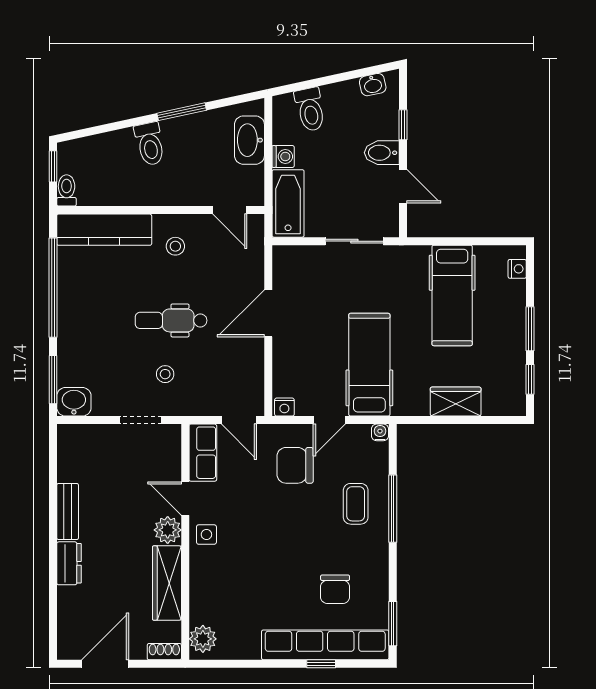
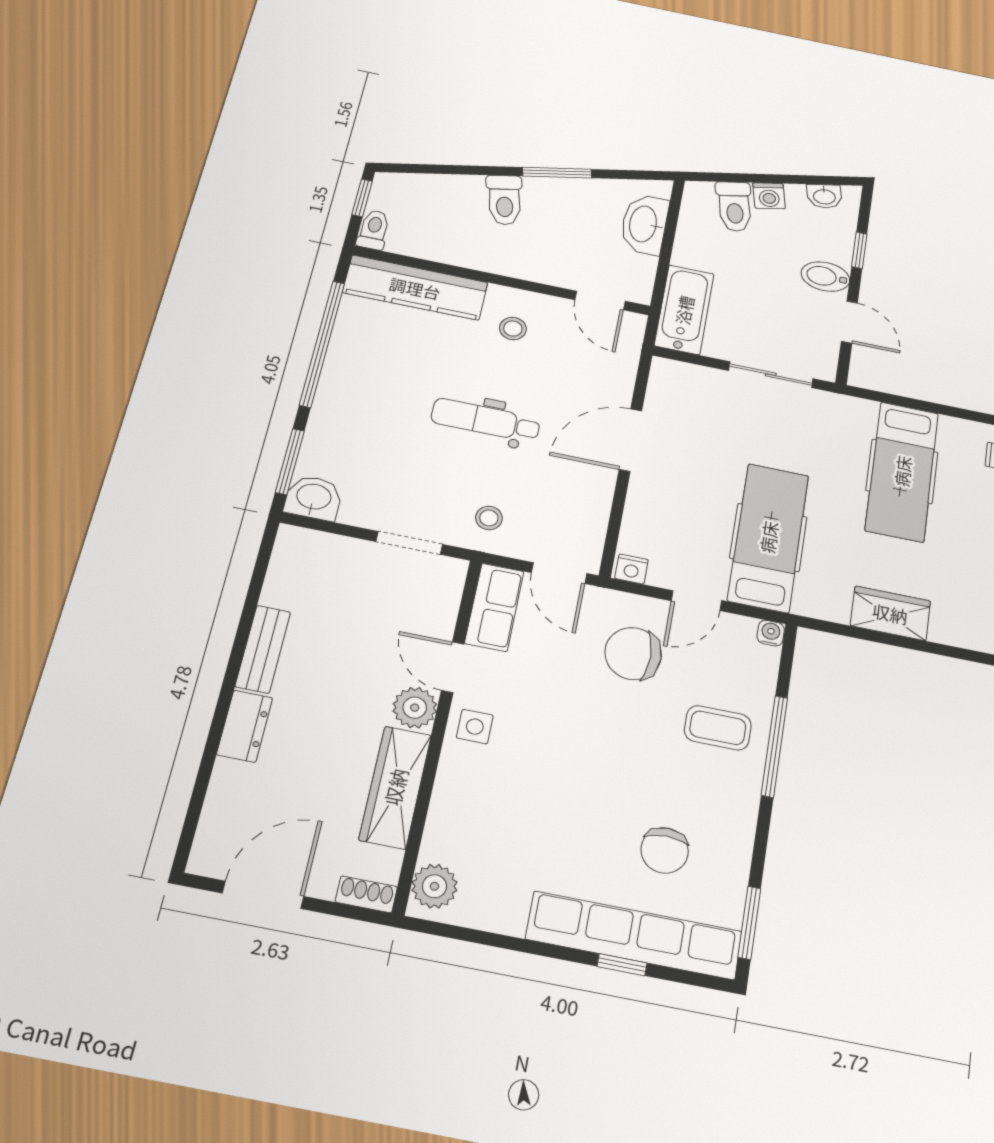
washing machine: (283, 156) -> (769, 196), moved, turned 78
stool: (165, 374) -> (489, 518), moved
coffee table: (356, 504) -> (718, 728), turned 90

